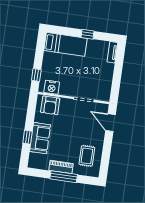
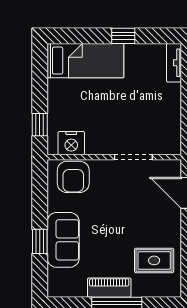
rug: (87, 156) -> (154, 260), turned 90

